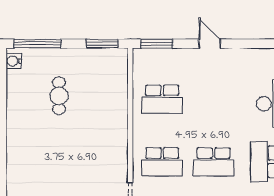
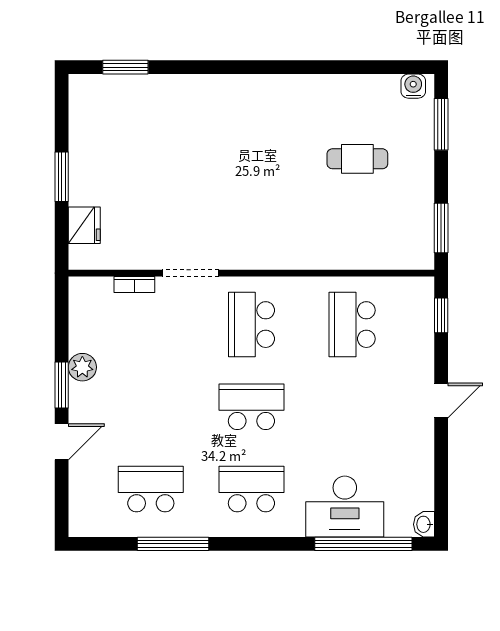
window: (37, 44) -> (441, 124), width x0.69
window: (157, 44) -> (441, 315), width x0.67
school desk: (214, 162) -> (251, 407), turned 90

